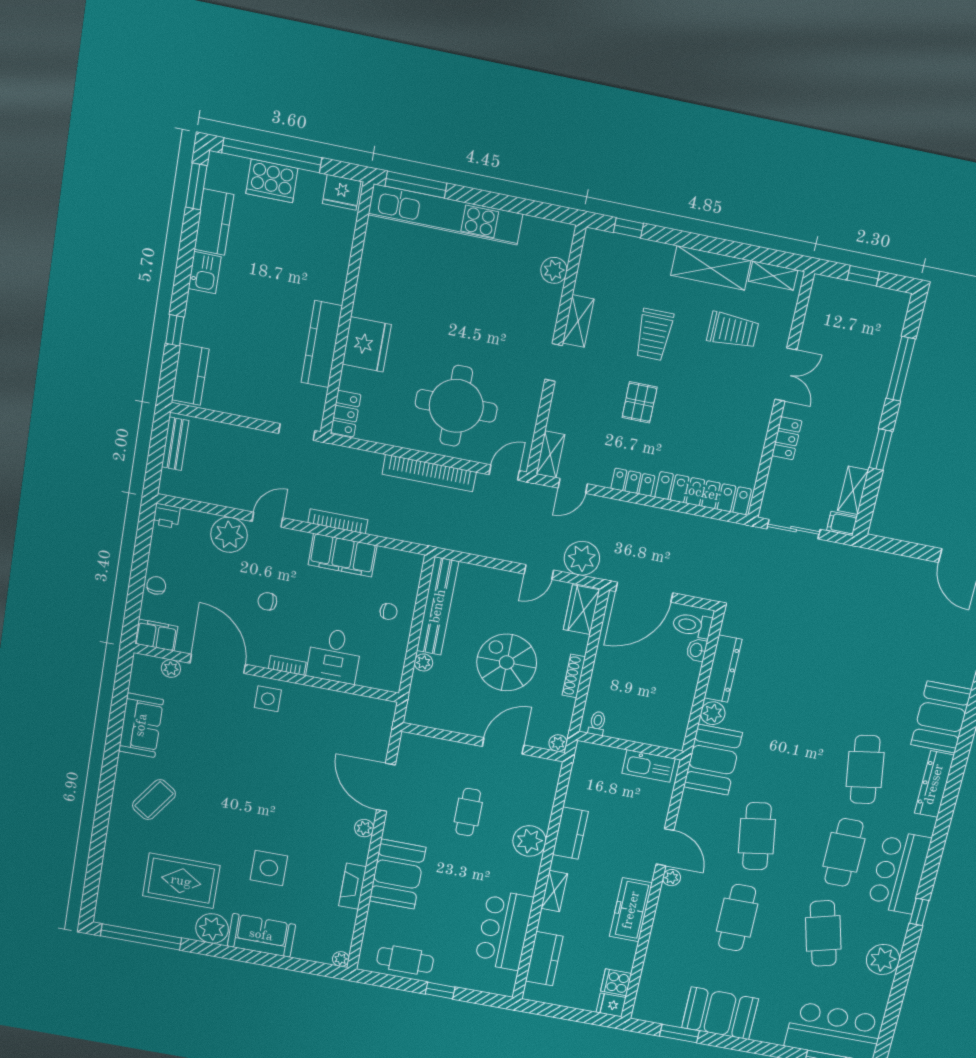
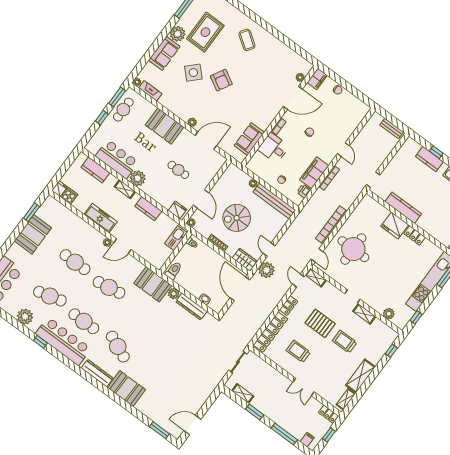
window: (535, 209) -> (416, 317), added
trolley: (733, 330) -> (298, 351), moved, turned 90
kitchen counter: (190, 374) -> (429, 159), moved
pallet: (640, 402) -> (320, 323), width x1.50, depth x1.42
locker: (346, 414) -> (415, 235), moved
locker: (787, 438) -> (328, 414), moved
printer: (167, 516) -> (304, 191), moved
filing cabinet: (842, 523) -> (307, 440), moved
plant: (229, 535) -> (345, 131), removed
toilet: (692, 625) -> (174, 271), moved
spiral stairs: (507, 662) -> (237, 218), turned 180
side table: (268, 699) -> (268, 111), removed
sofa: (141, 725) -> (249, 139), moved, turned 90
kitchen sink: (648, 766) -> (176, 238), moved
cafe table: (865, 770) -> (118, 347), turned 33
fridge: (546, 779) -> (178, 210), added
armchair: (256, 811) -> (221, 80), added
plant: (529, 841) -> (138, 178), moved
side table: (269, 868) -> (193, 73), turned 45
bar counter: (899, 872) -> (63, 341), width x1.36
fireplace: (353, 886) -> (150, 91), moved
window: (388, 981) -> (117, 97), added

